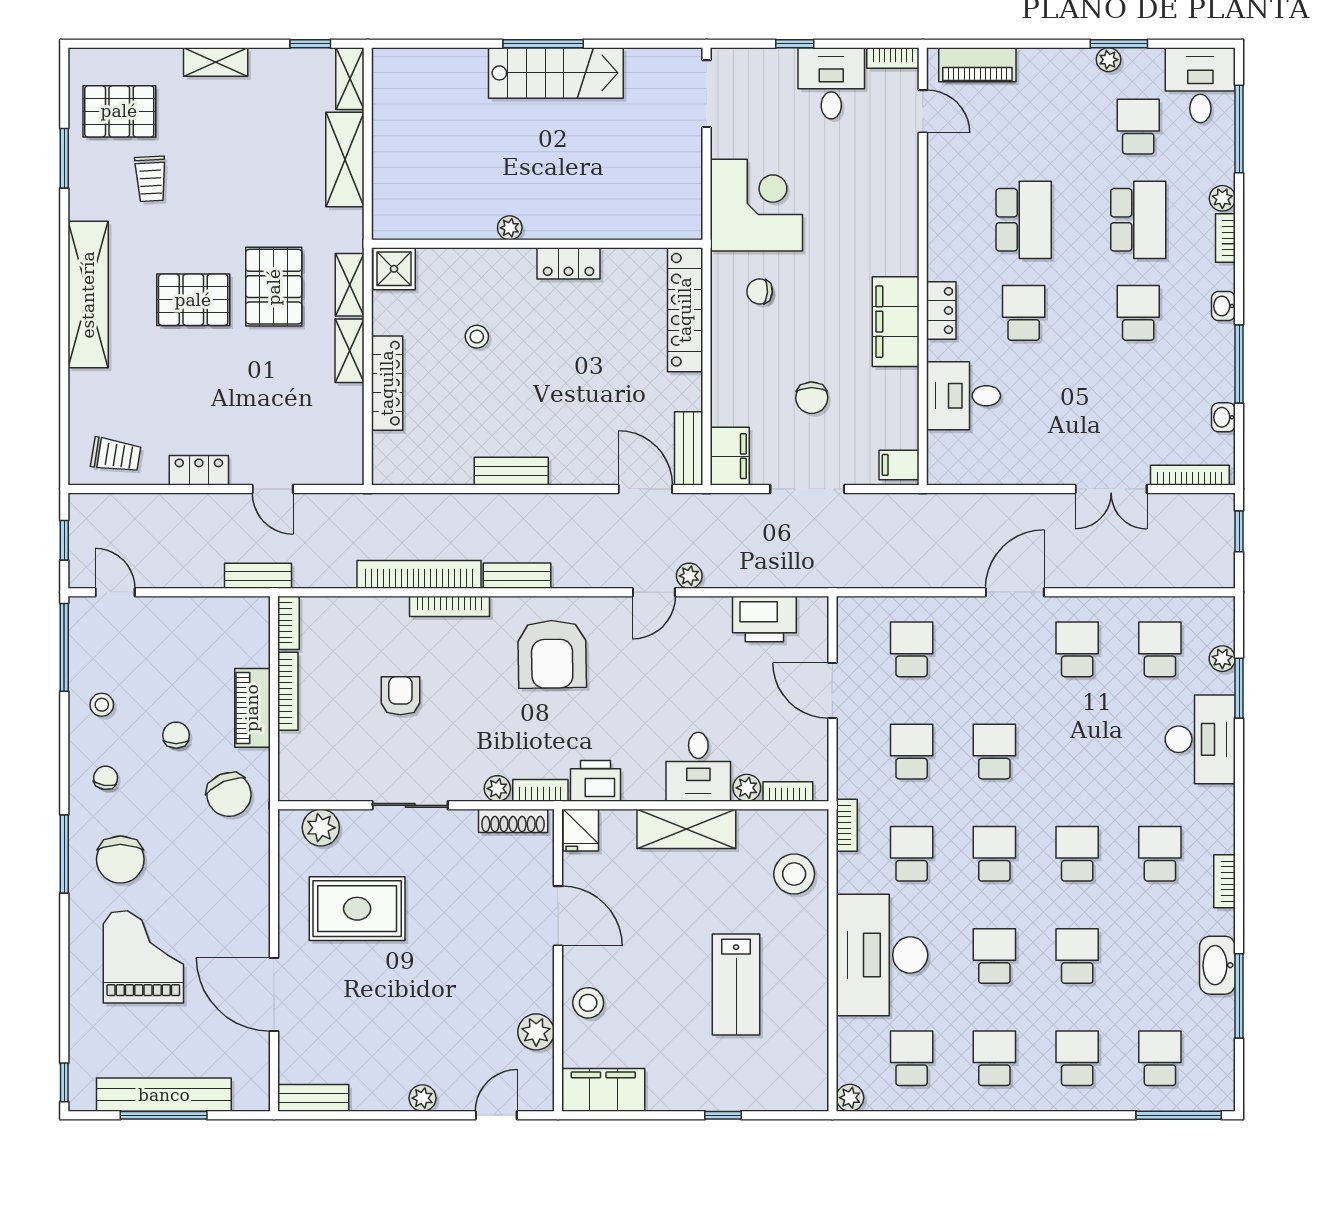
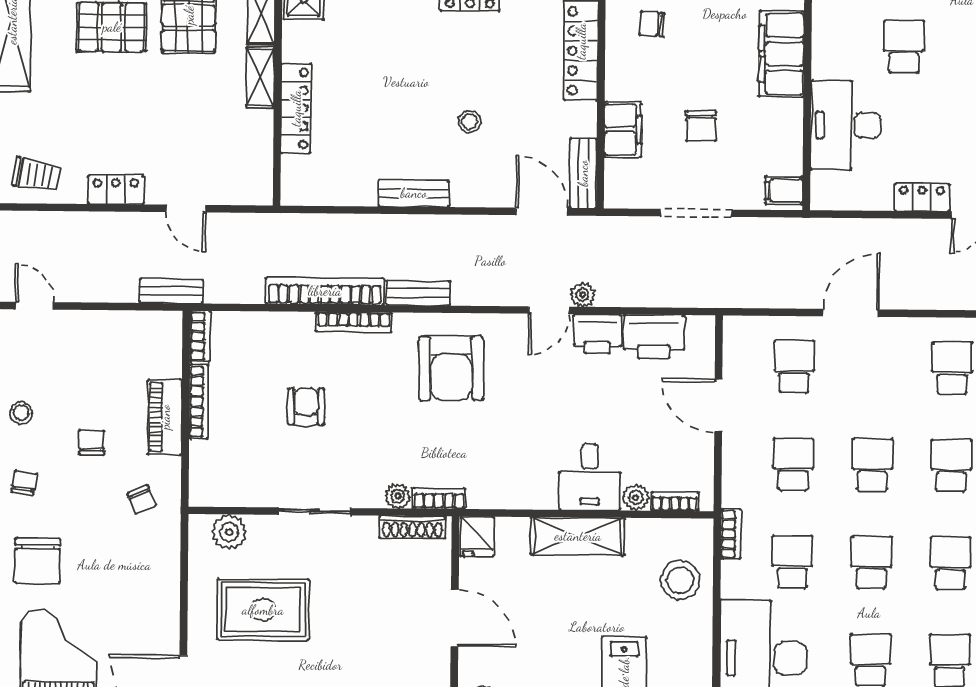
locker: (941, 310) -> (922, 197), moved, turned -90
stool: (477, 337) -> (470, 122), moved
desk: (963, 396) -> (846, 125), width x1.37
filing cabinet: (730, 456) -> (623, 130), moved
door: (1015, 592) -> (851, 313), moved
school desk: (1077, 752) -> (951, 466), added
printer: (595, 781) -> (597, 334), moved, turned 180
chair: (229, 795) -> (142, 500), width x0.54, depth x0.54

